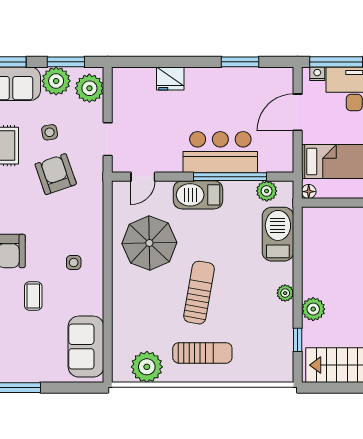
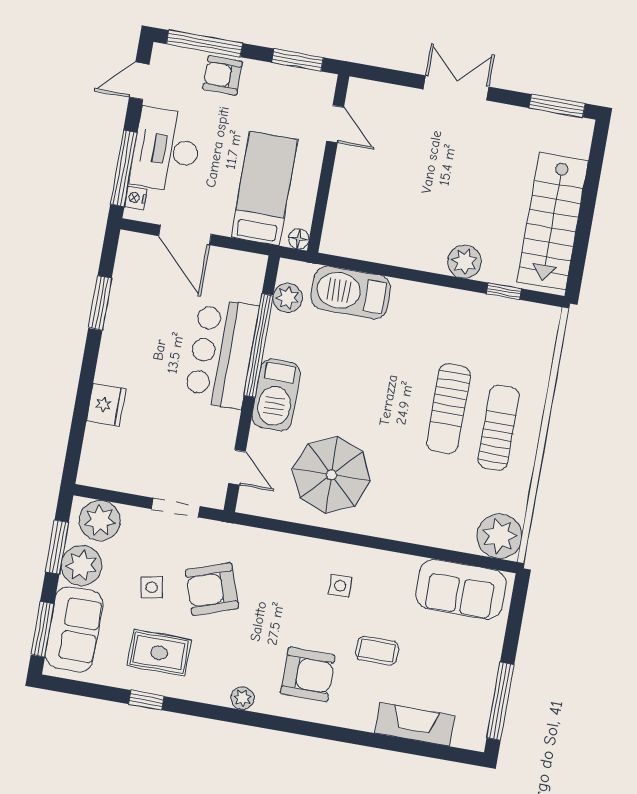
sun lounger: (199, 293) -> (448, 409), moved, turned -100
plant: (285, 293) -> (435, 297), removed
plant: (147, 367) -> (500, 536), moved

